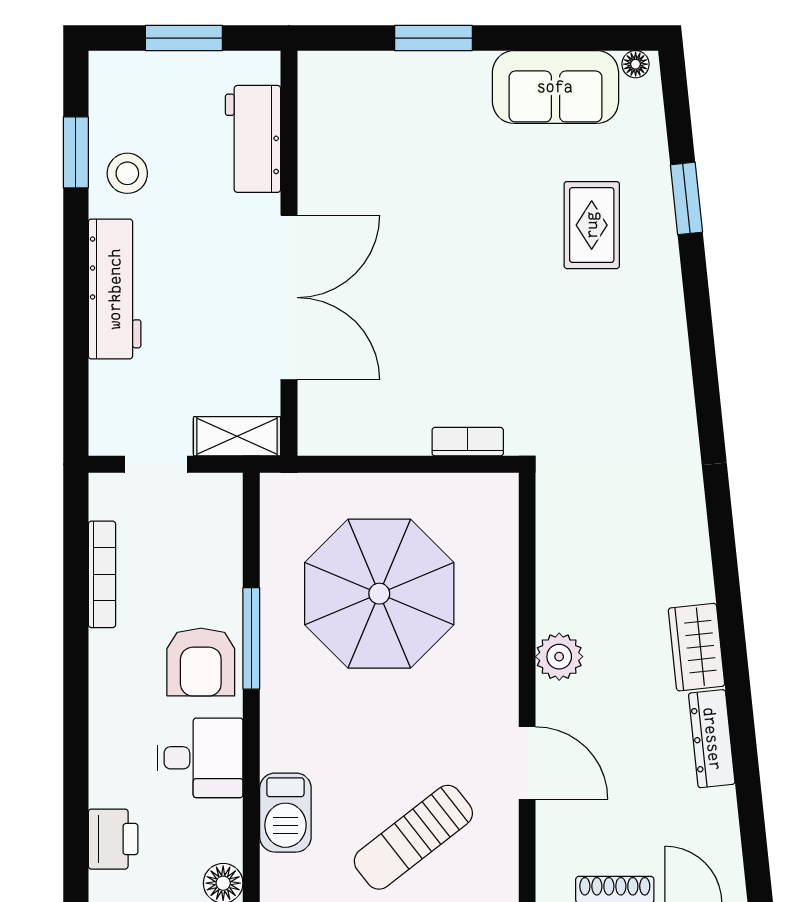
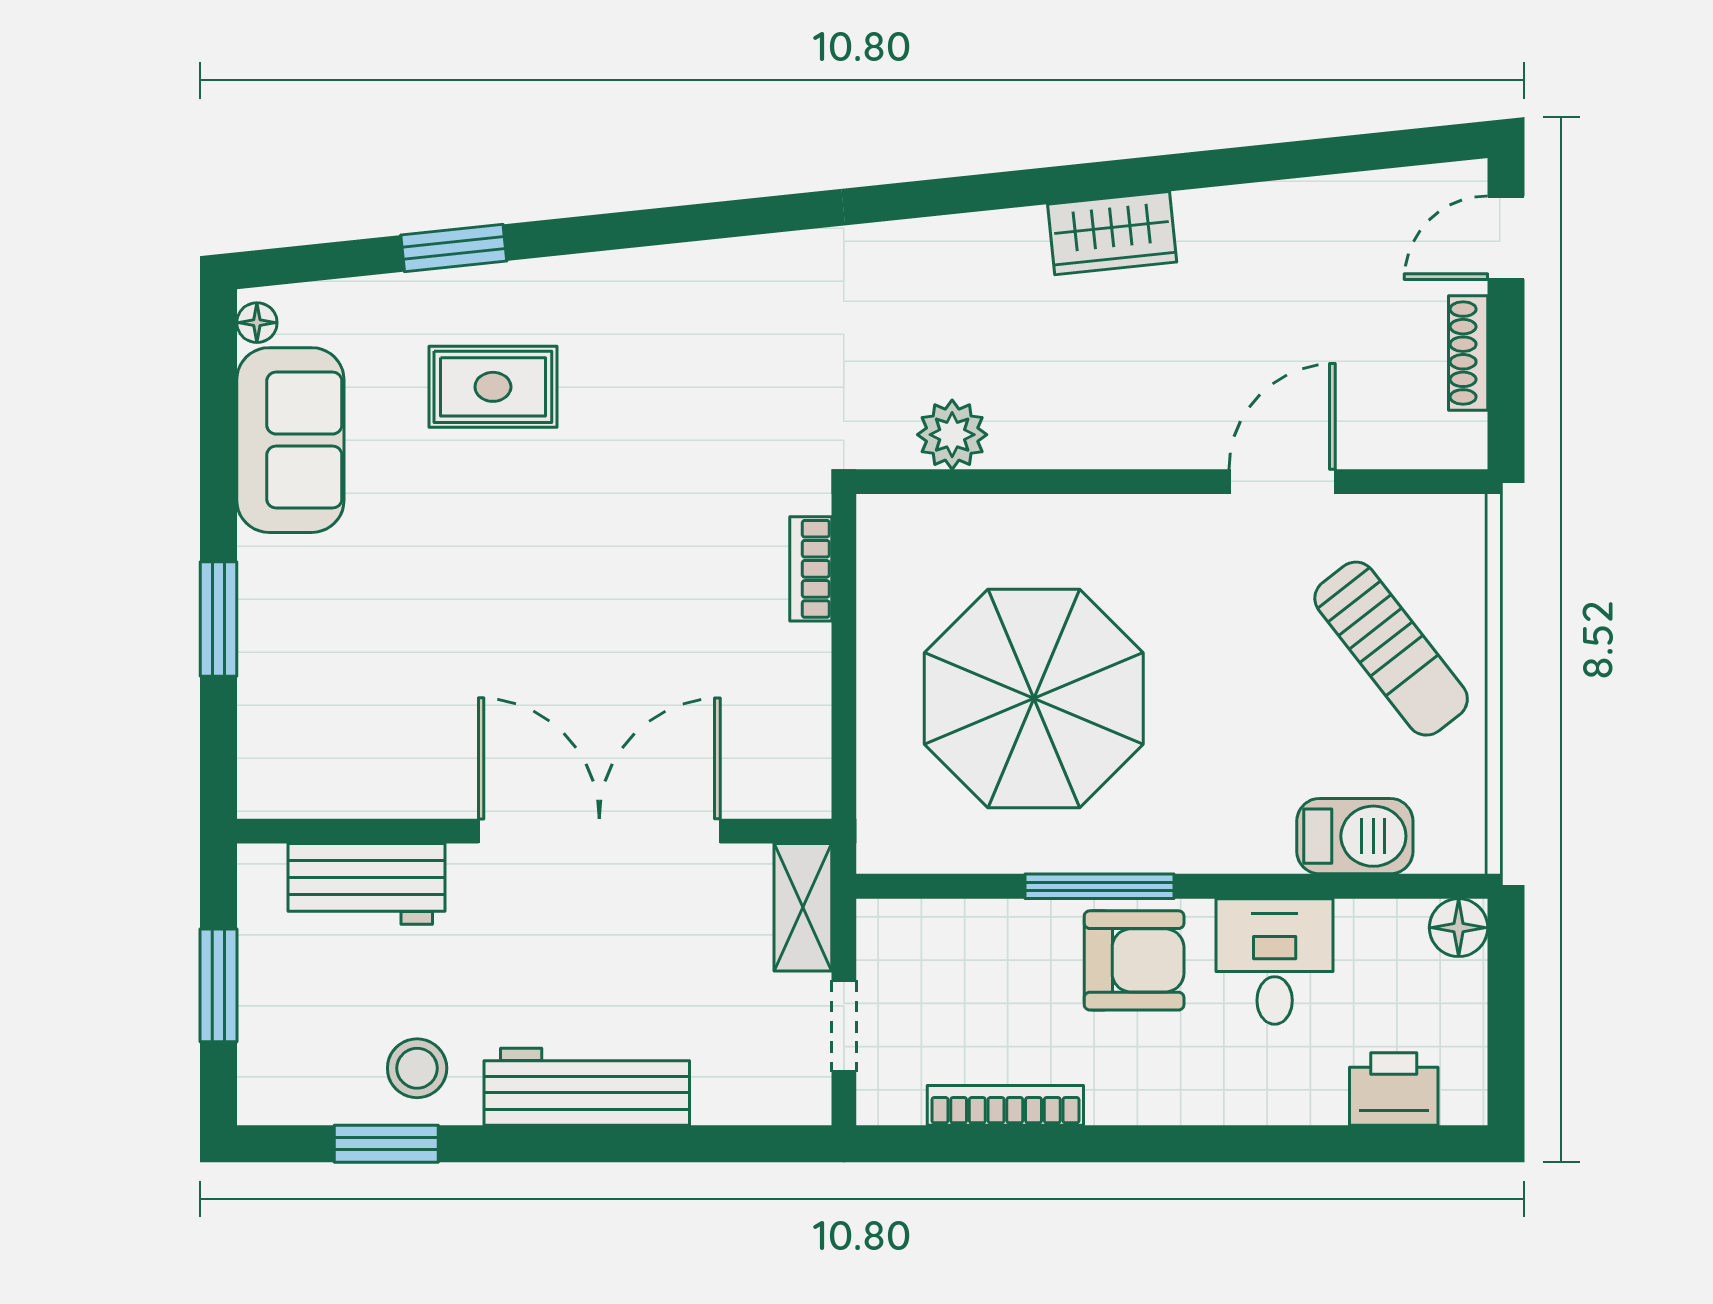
plant: (559, 657) -> (952, 435), moved
dresser: (712, 739) -> (1247, 211), removed

